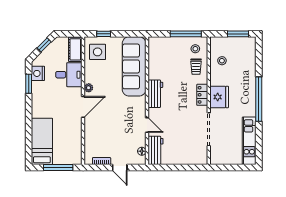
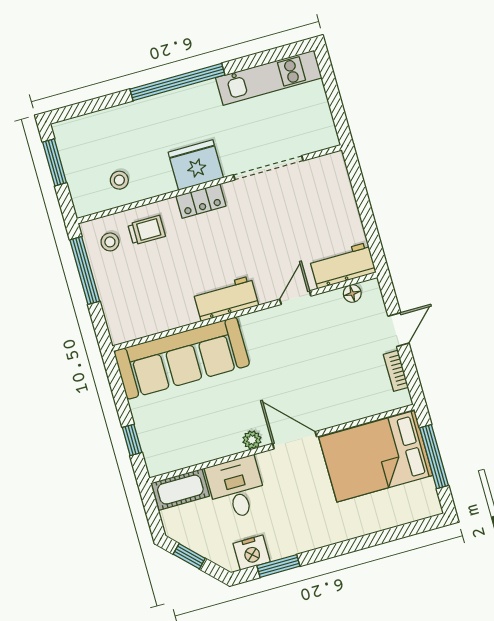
side table: (98, 52) -> (173, 442), removed
bed: (42, 141) -> (376, 456), moved, width x1.50

